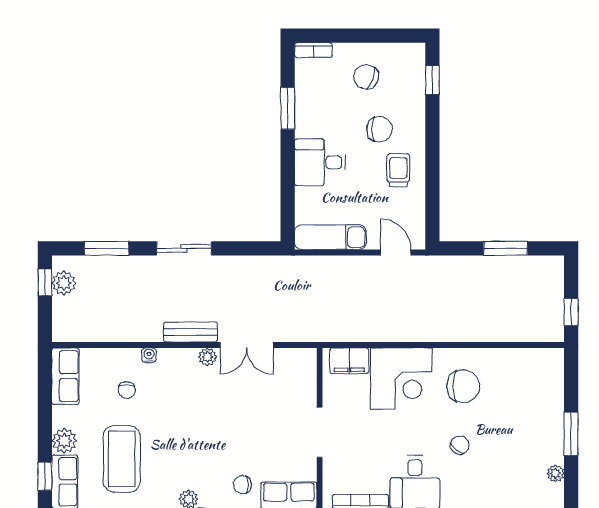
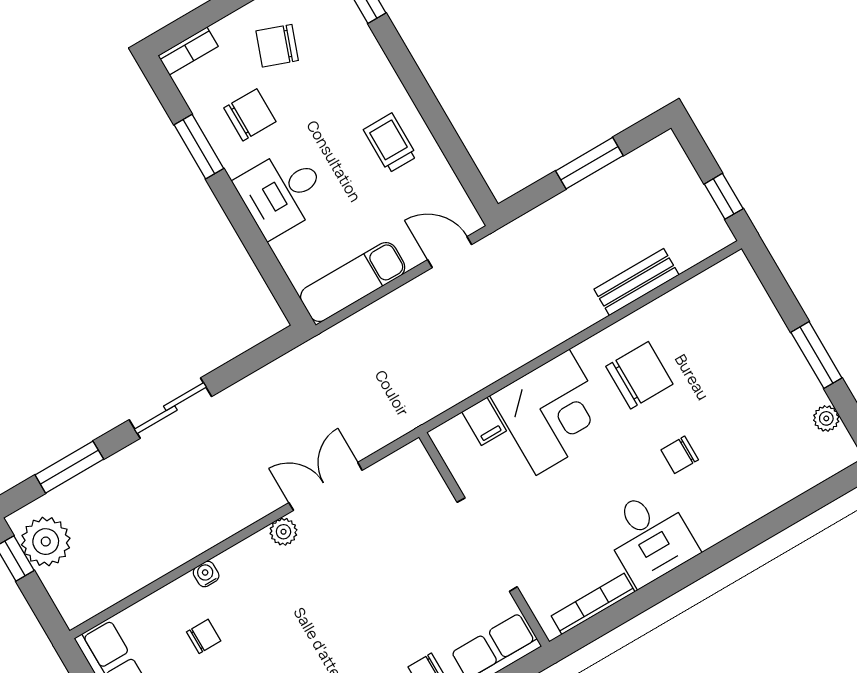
chair: (380, 129) -> (250, 115), moved
plant: (64, 283) -> (46, 542), width x1.36, depth x1.36
bench: (190, 332) -> (637, 282), moved
double door: (247, 345) -> (326, 486), swing flipped
filing cabinet: (349, 361) -> (484, 421), width x0.50
chair: (127, 390) -> (204, 636), turned -90
doorway: (320, 432) -> (487, 545), width x1.36
chair: (460, 445) -> (680, 455), turned -129

